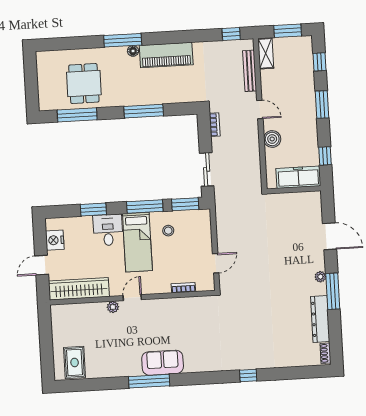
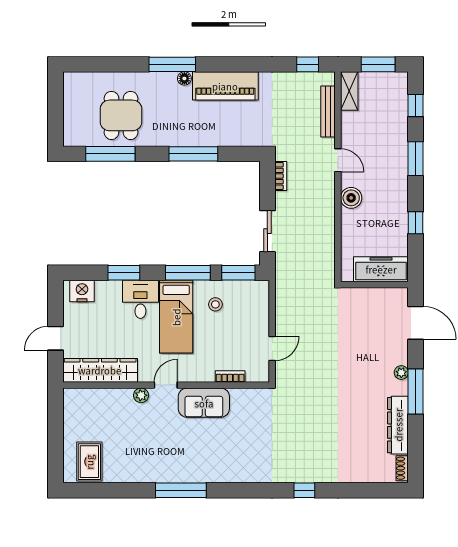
freezer: (298, 177) -> (381, 269), moved
wall: (294, 190) -> (374, 285), moved
nightstand: (55, 240) -> (82, 291), moved, turned 90
sofa: (163, 363) -> (204, 403), moved, turned 180

